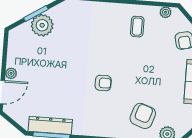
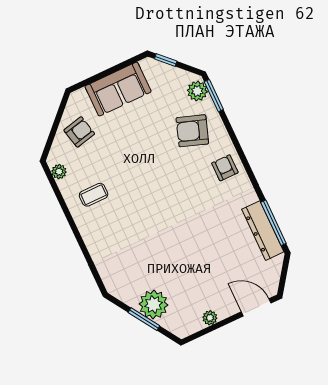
plant: (11, 73) -> (210, 318), moved
armchair: (103, 83) -> (225, 168), moved

